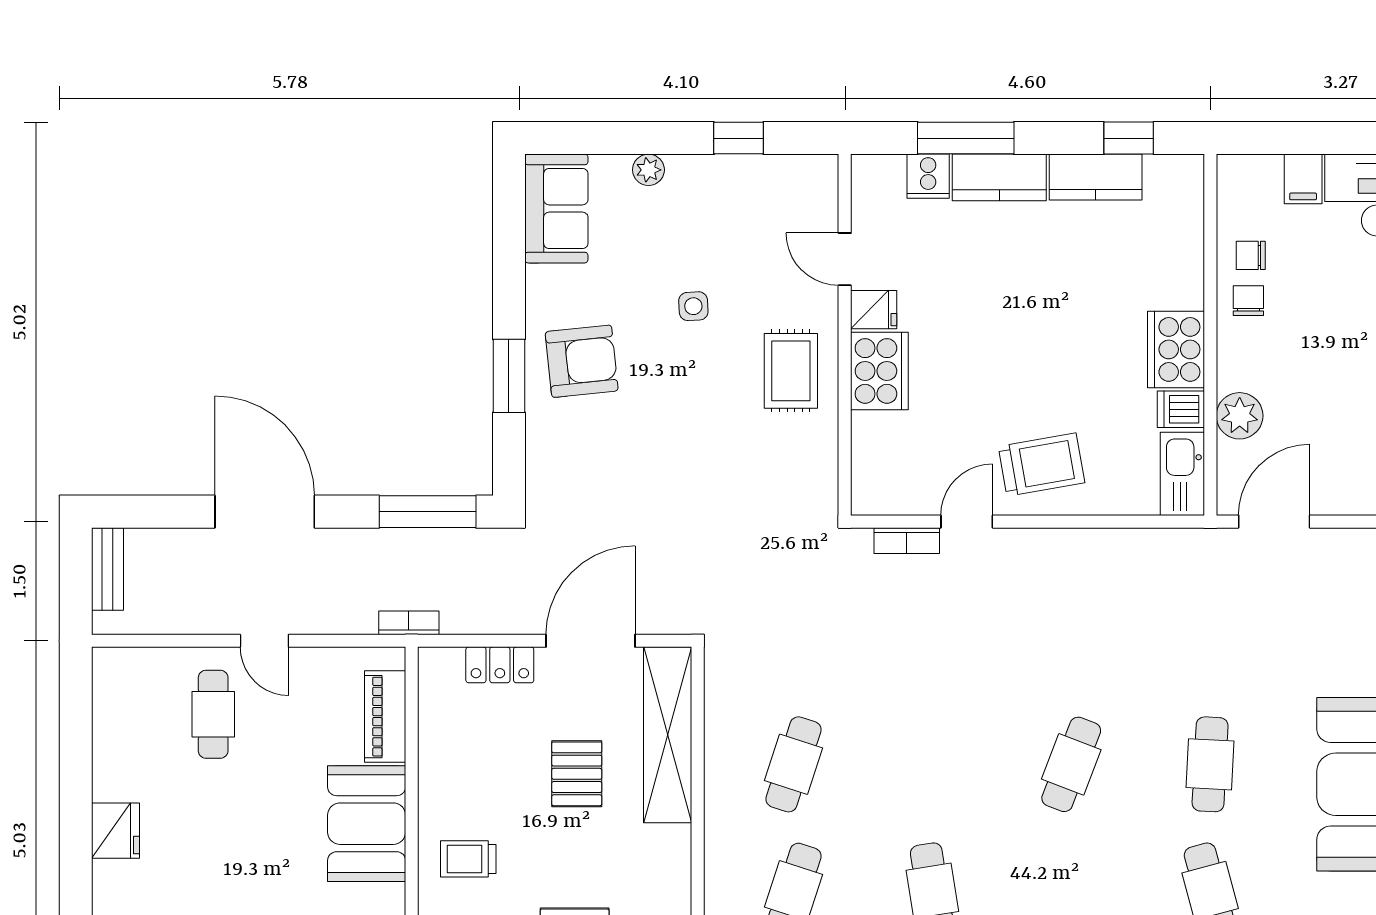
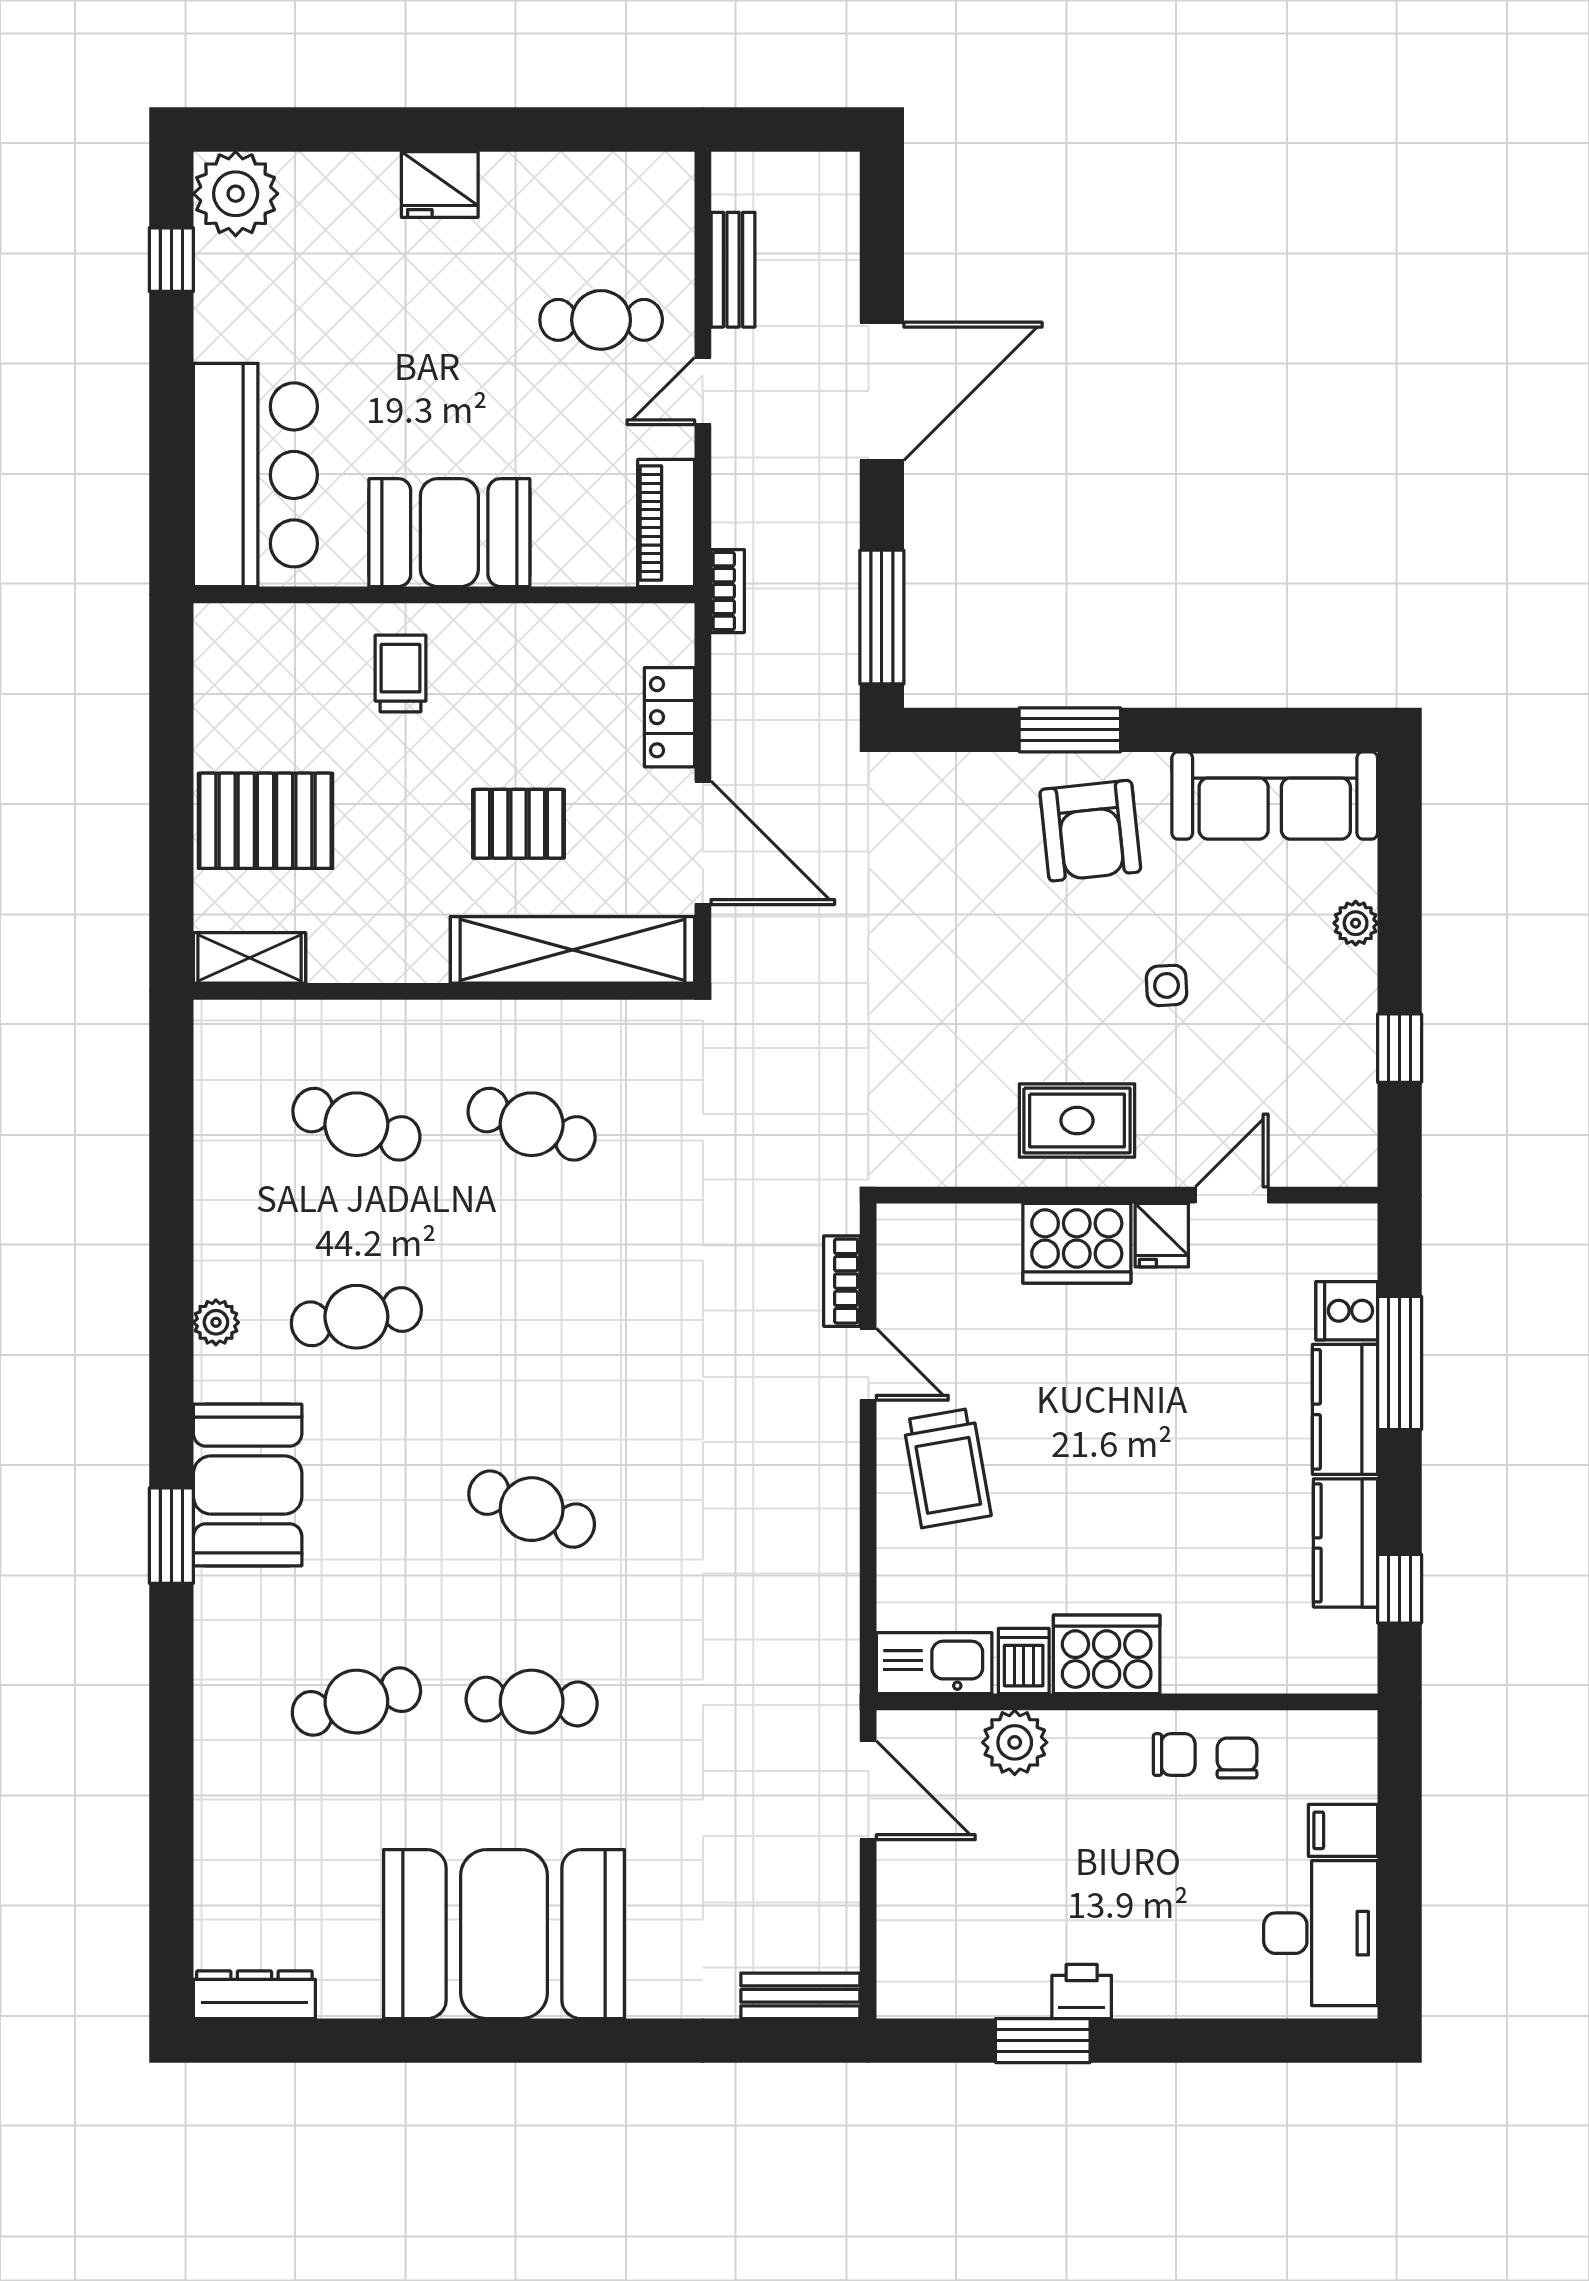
sofa: (556, 208) -> (1275, 796), width x1.36
bench: (107, 569) -> (733, 270), moved, turned 90
piano: (385, 717) -> (666, 523), moved, turned -90

